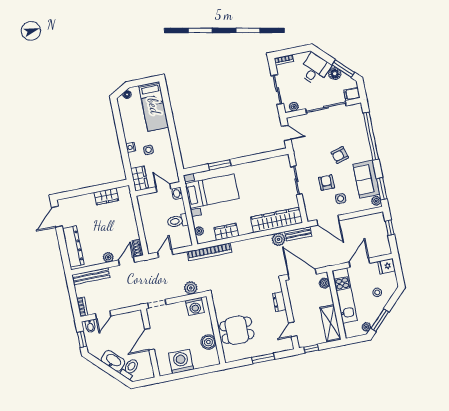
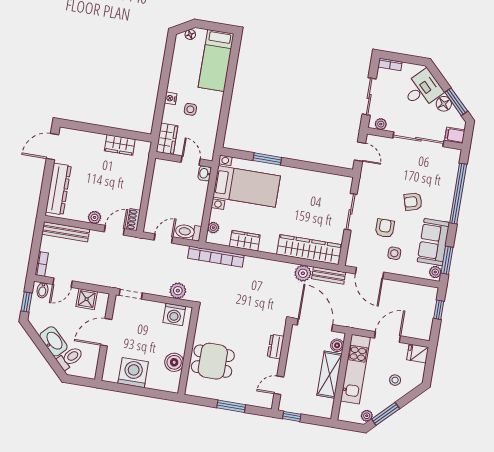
toilet: (178, 221) -> (188, 232), moved
shower: (126, 320) -> (87, 299), added
shelving: (330, 323) -> (329, 375), moved

